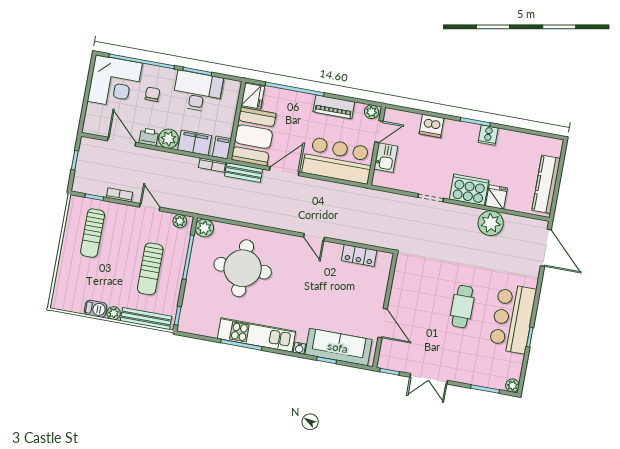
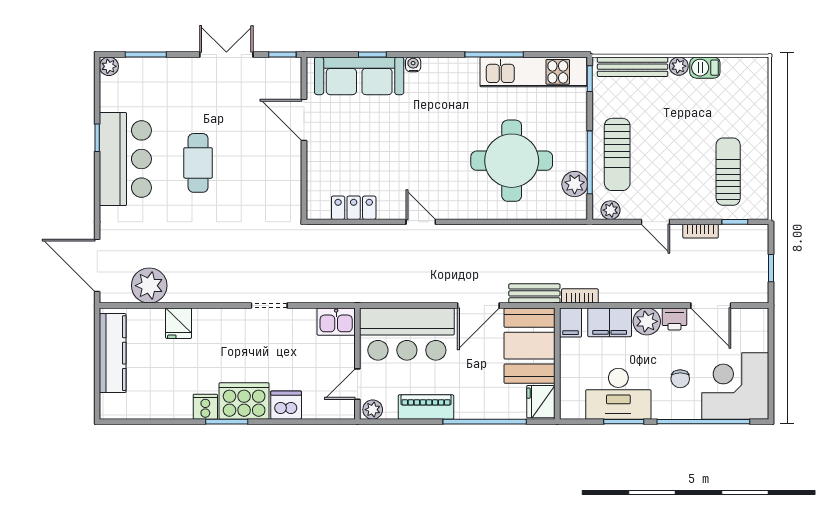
kitchen sink: (386, 158) -> (336, 322), moved, turned -90
cooker: (469, 190) -> (244, 401), moved, turned 180
plant: (491, 223) -> (149, 286), moved
plant: (204, 228) -> (575, 184), moved
sun lounger: (150, 269) -> (617, 154), moved, turned 180
kitchen unit: (257, 335) -> (533, 72), moved

